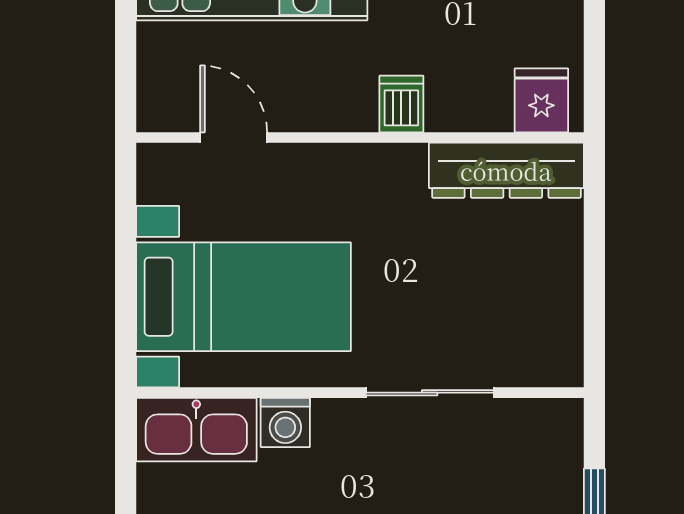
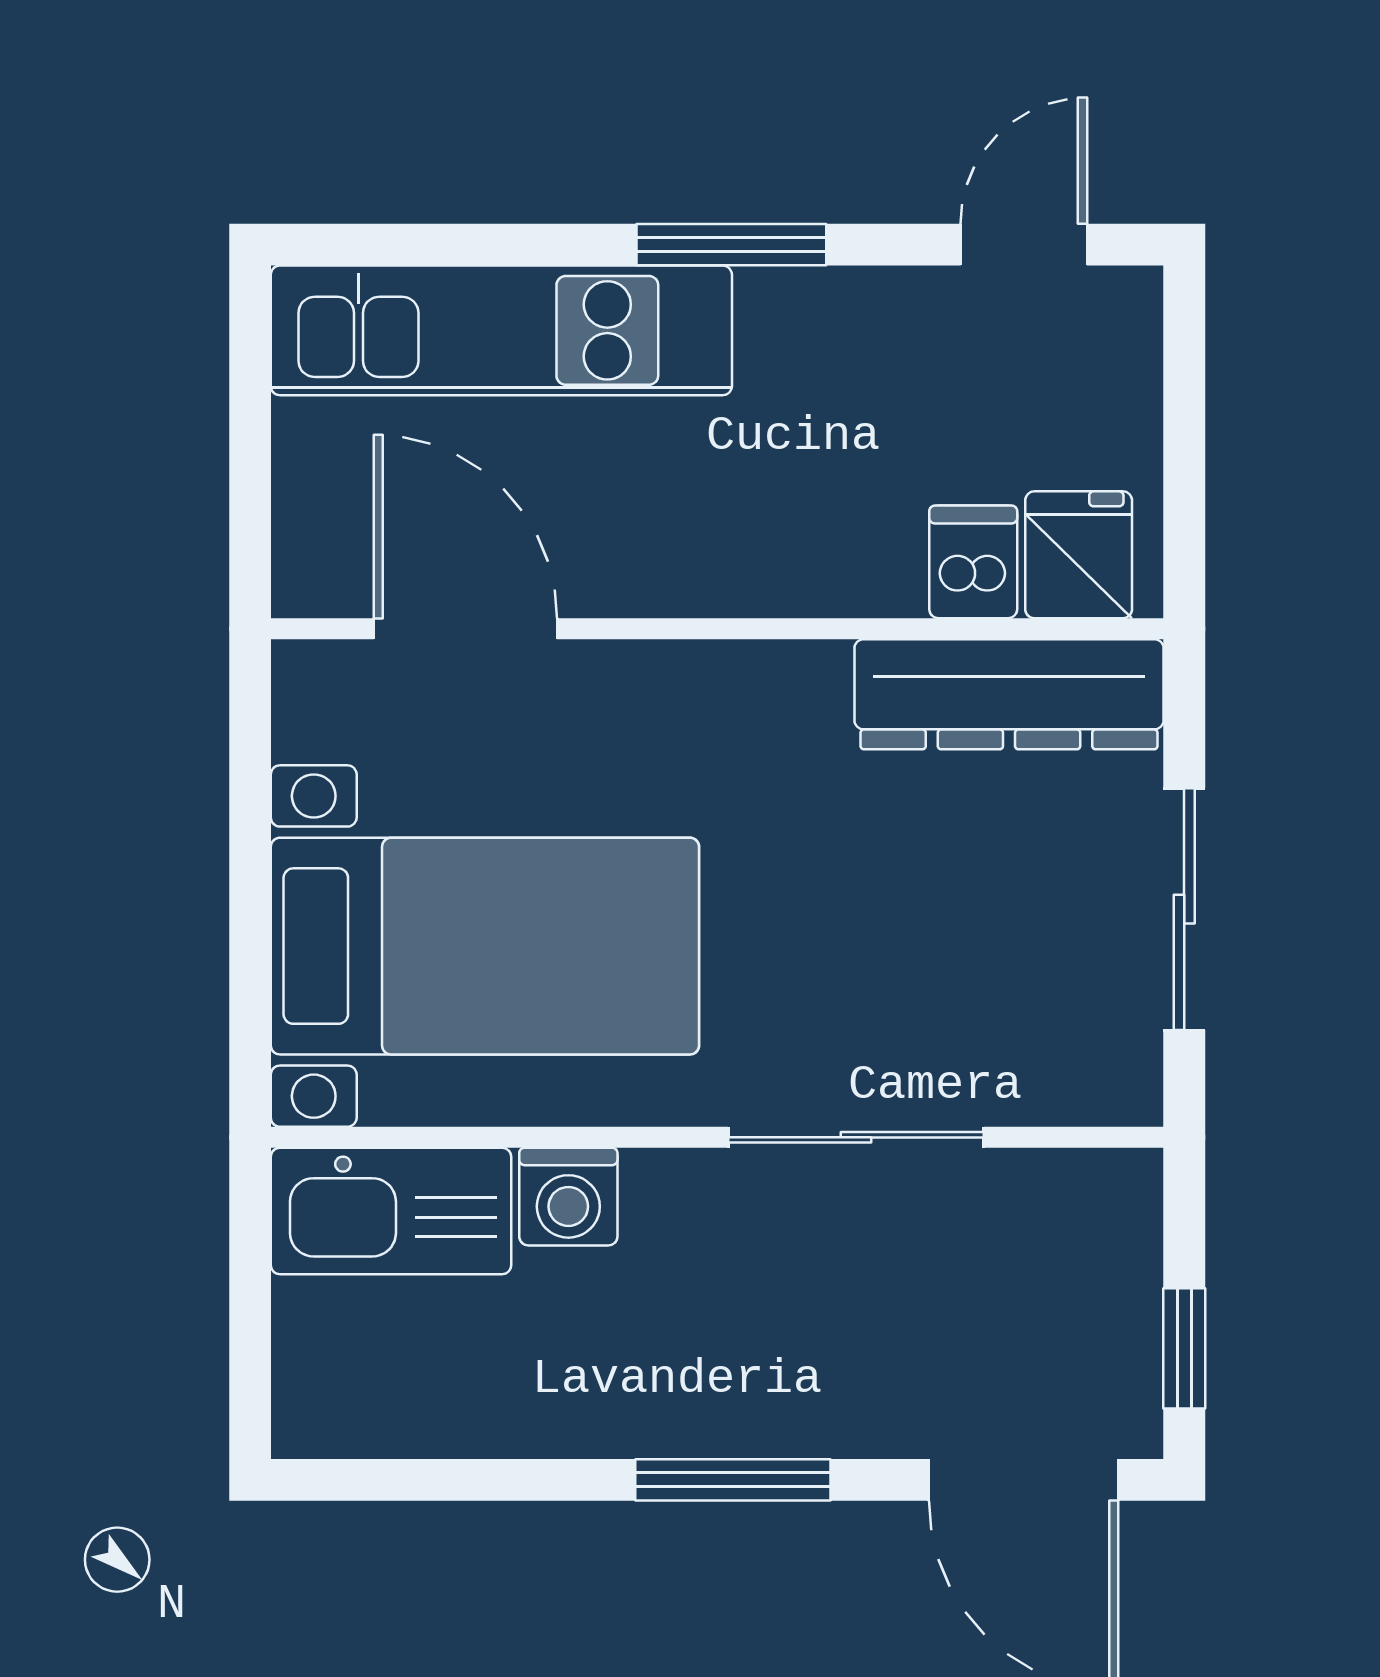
dishwasher: (401, 104) -> (973, 562), moved
door: (234, 137) -> (465, 629), width x1.38
sliding door: (594, 278) -> (1184, 909), added

